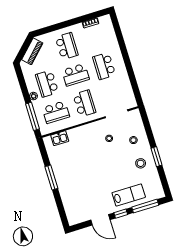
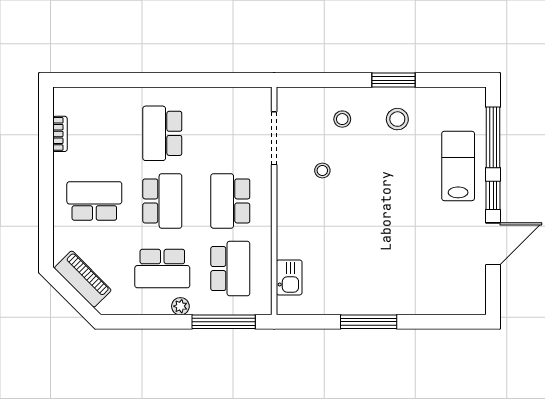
school desk: (104, 66) -> (162, 133), turned 90
school desk: (84, 103) -> (230, 201), turned -90

